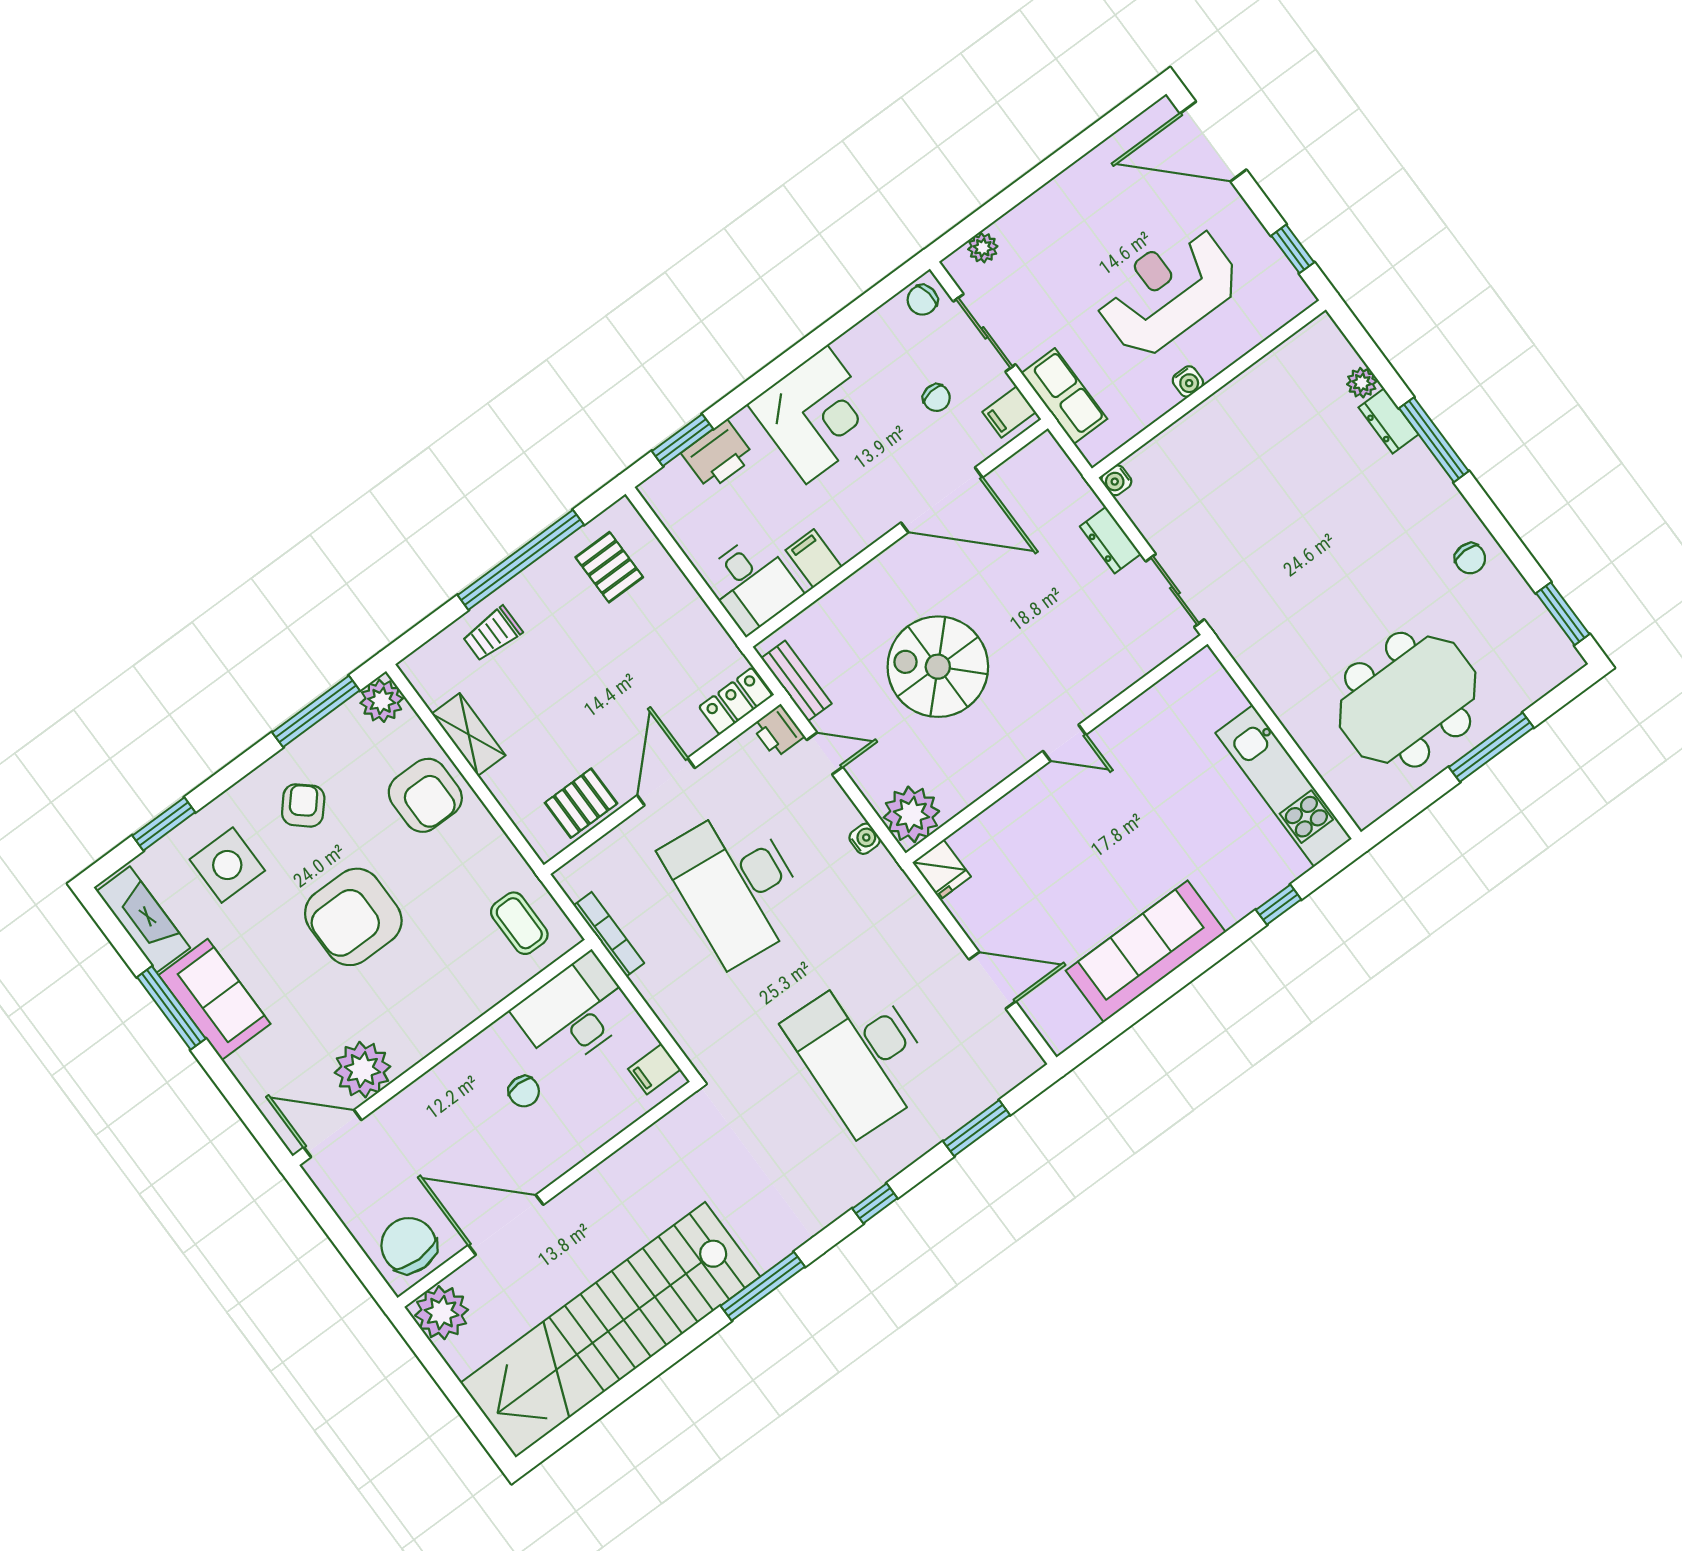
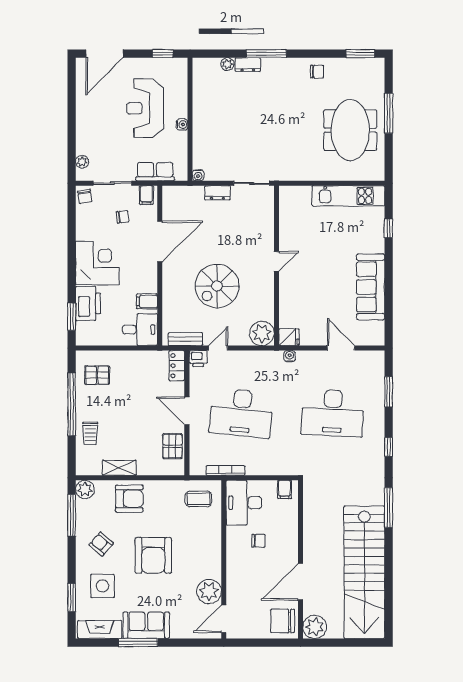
printer: (718, 455) -> (88, 303), width x1.37, depth x1.19
water cooler: (865, 839) -> (290, 356), moved
door: (992, 980) -> (341, 348), hinge flipped

